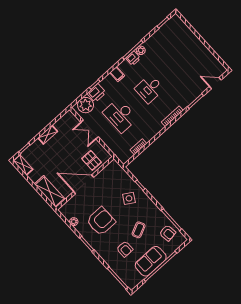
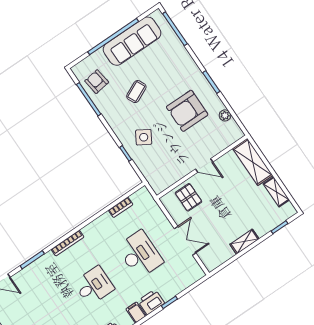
printer: (97, 93) -> (151, 302), moved
plant: (86, 105) -> (186, 276), removed
shelving: (23, 165) -> (276, 192), moved
door: (84, 184) -> (204, 166), width x0.53
armchair: (125, 249) -> (159, 67), removed
sofa: (151, 261) -> (132, 41), width x1.36

